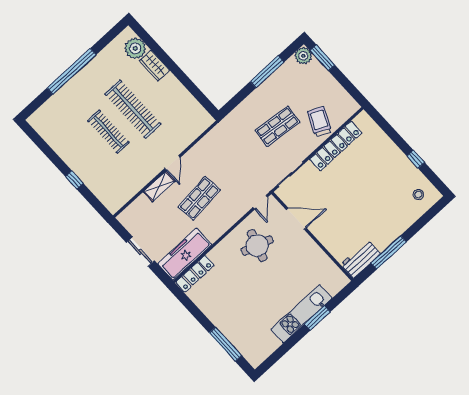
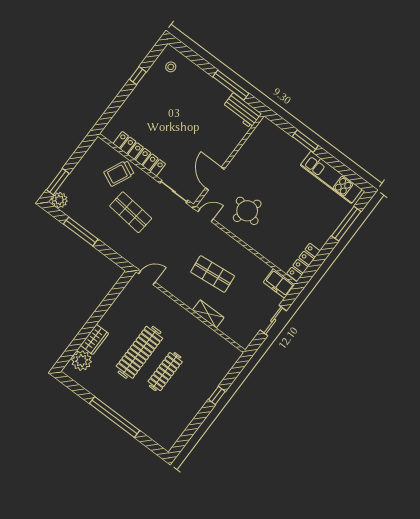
door: (172, 163) -> (147, 278), moved
freezer: (185, 254) -> (279, 283), width x0.52, depth x0.79
locker: (195, 274) -> (304, 262), moved, turned -90
kitchen unit: (301, 314) -> (331, 177), moved

